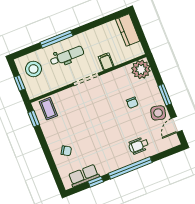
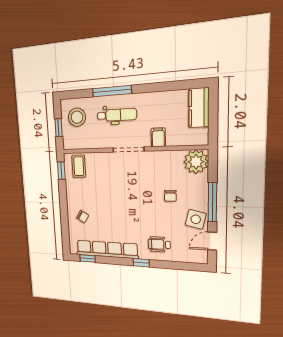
window: (165, 95) -> (212, 202), width x1.44
window: (130, 168) -> (141, 263), width x0.32
row of seats: (84, 176) -> (107, 249), width x2.02
window: (96, 182) -> (88, 259), moved

